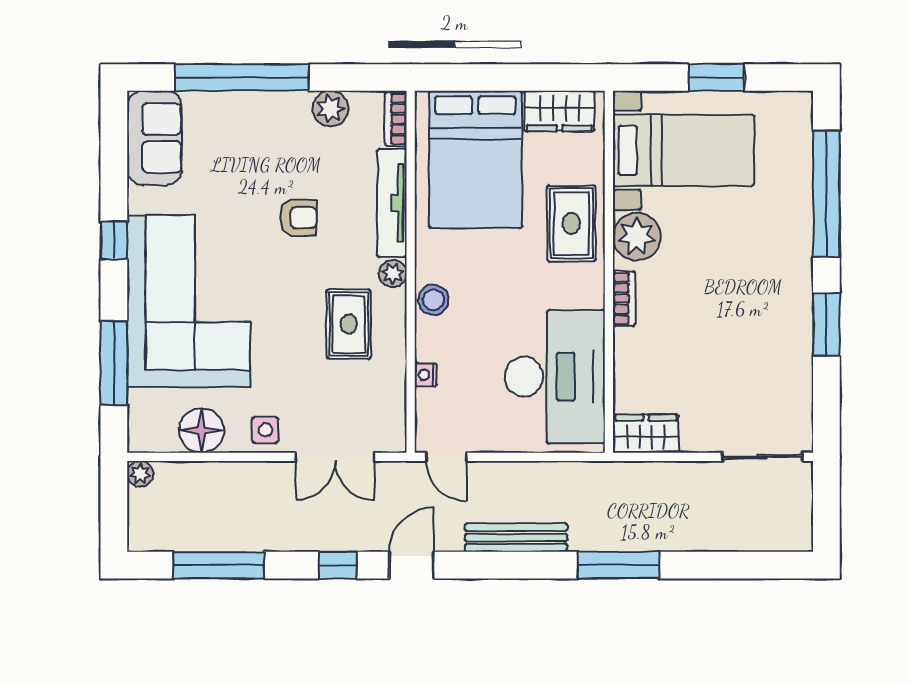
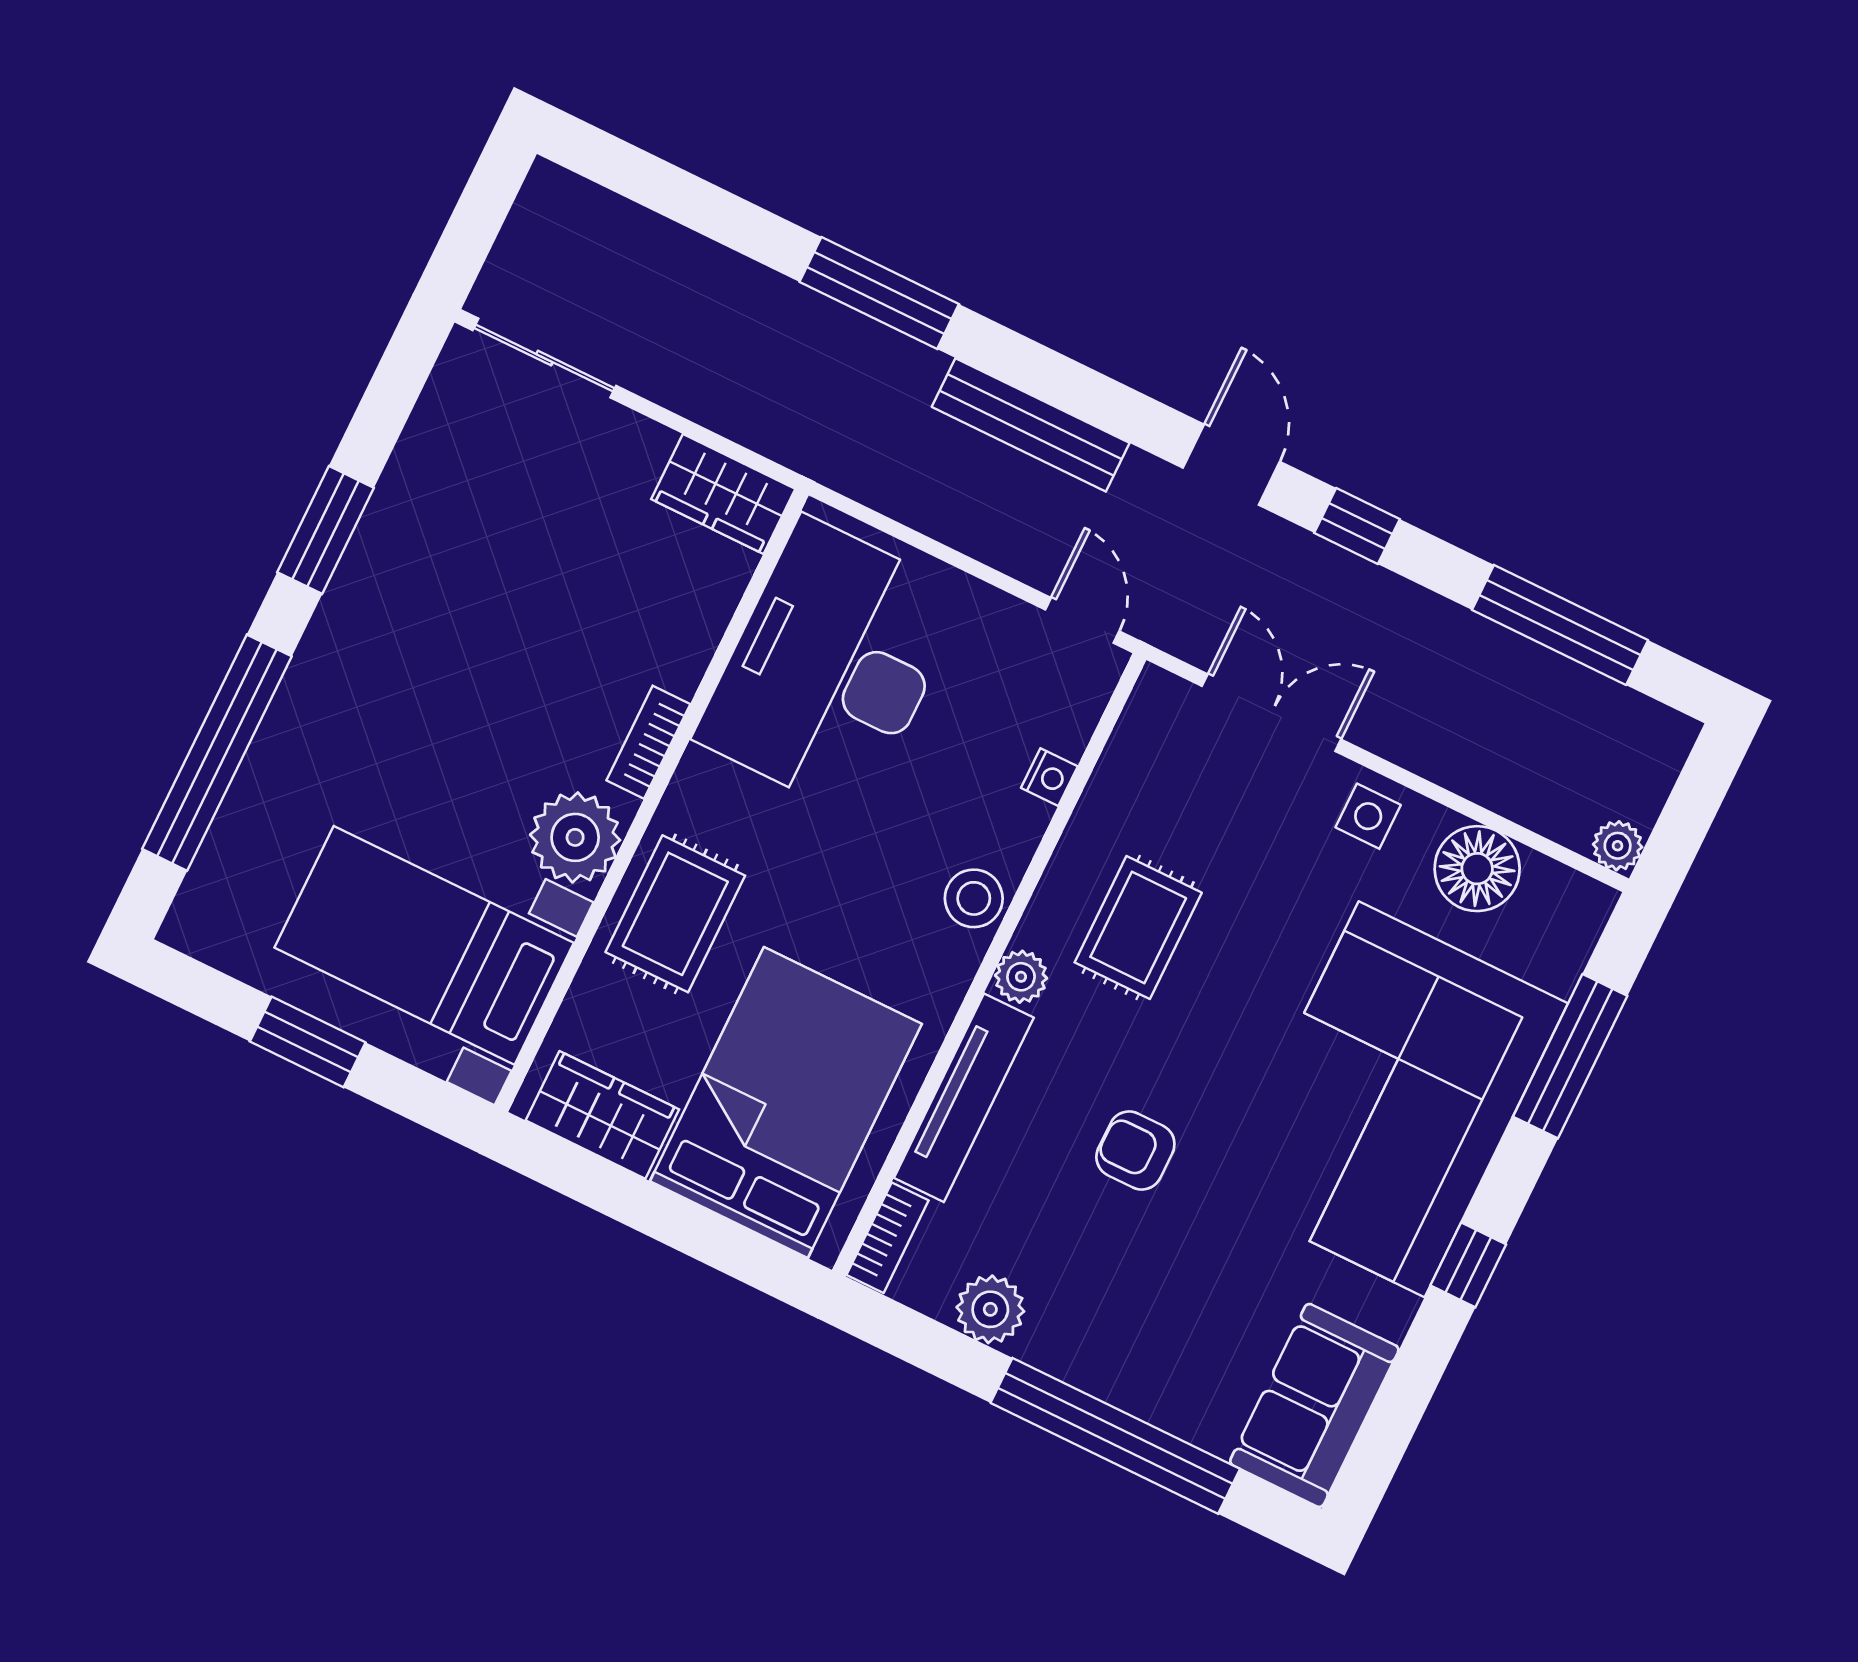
door: (412, 565) -> (1231, 465), swing flipped

